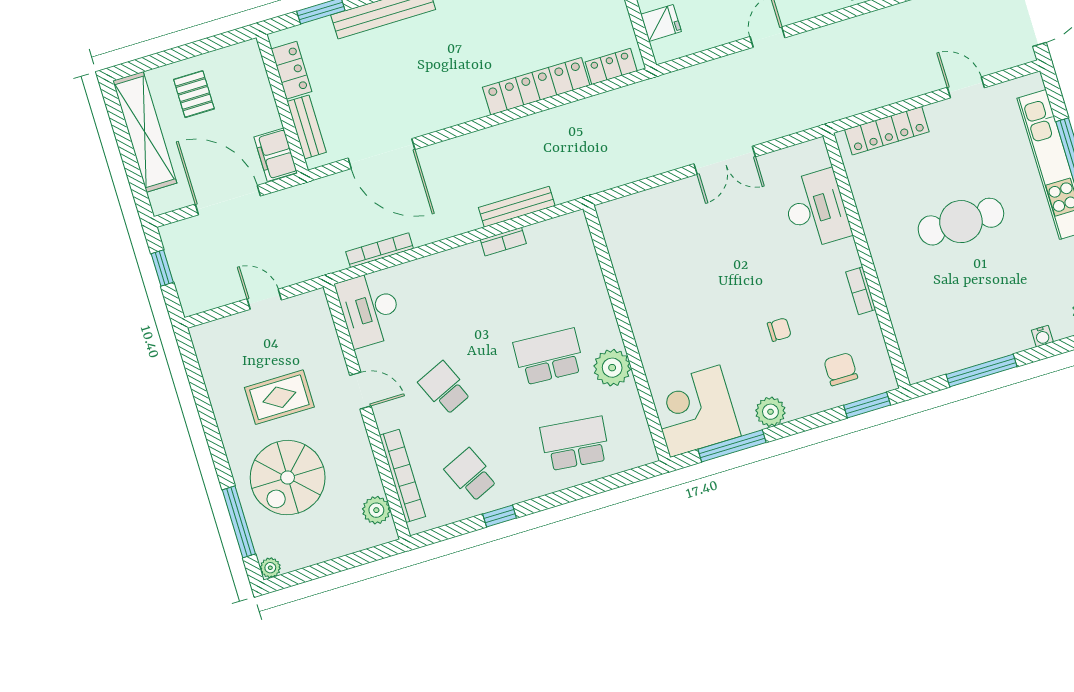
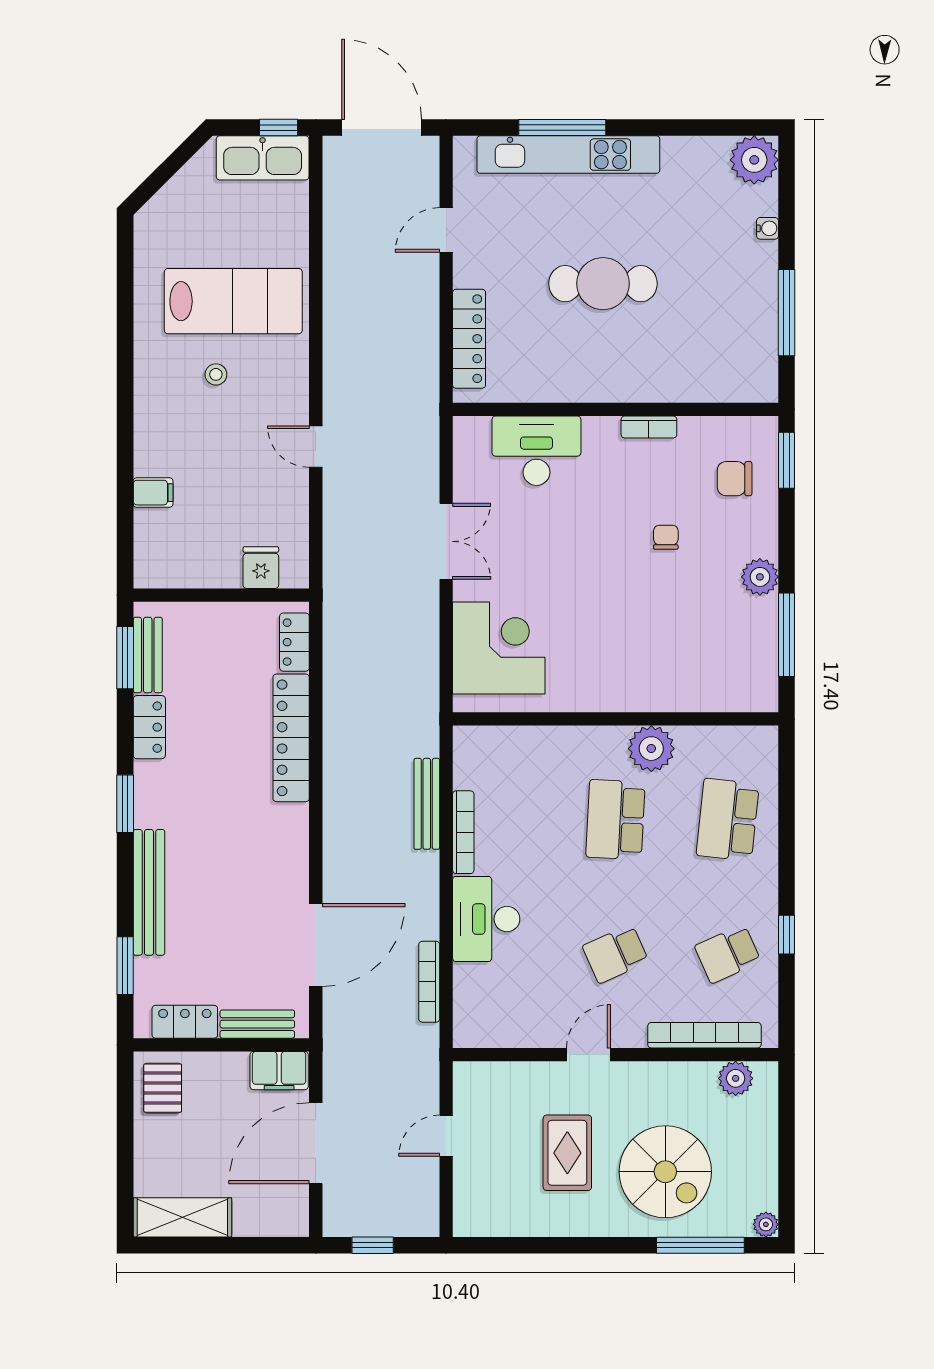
pallet: (194, 94) -> (163, 1088), moved, turned 90
shelving: (145, 132) -> (182, 1217), width x0.68
cafe table: (961, 222) -> (603, 284), turned 90
bookcase: (503, 242) -> (463, 832), width x1.56
desk: (370, 309) -> (486, 919), moved, turned 90
corner desk: (695, 411) -> (499, 648), moved, turned 180

